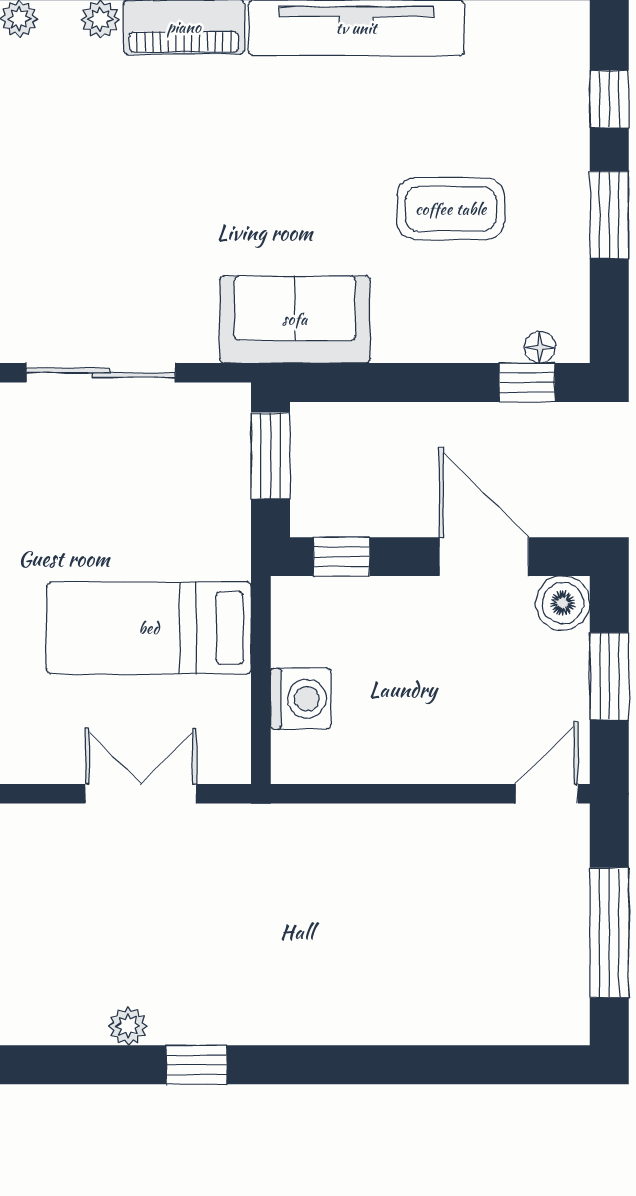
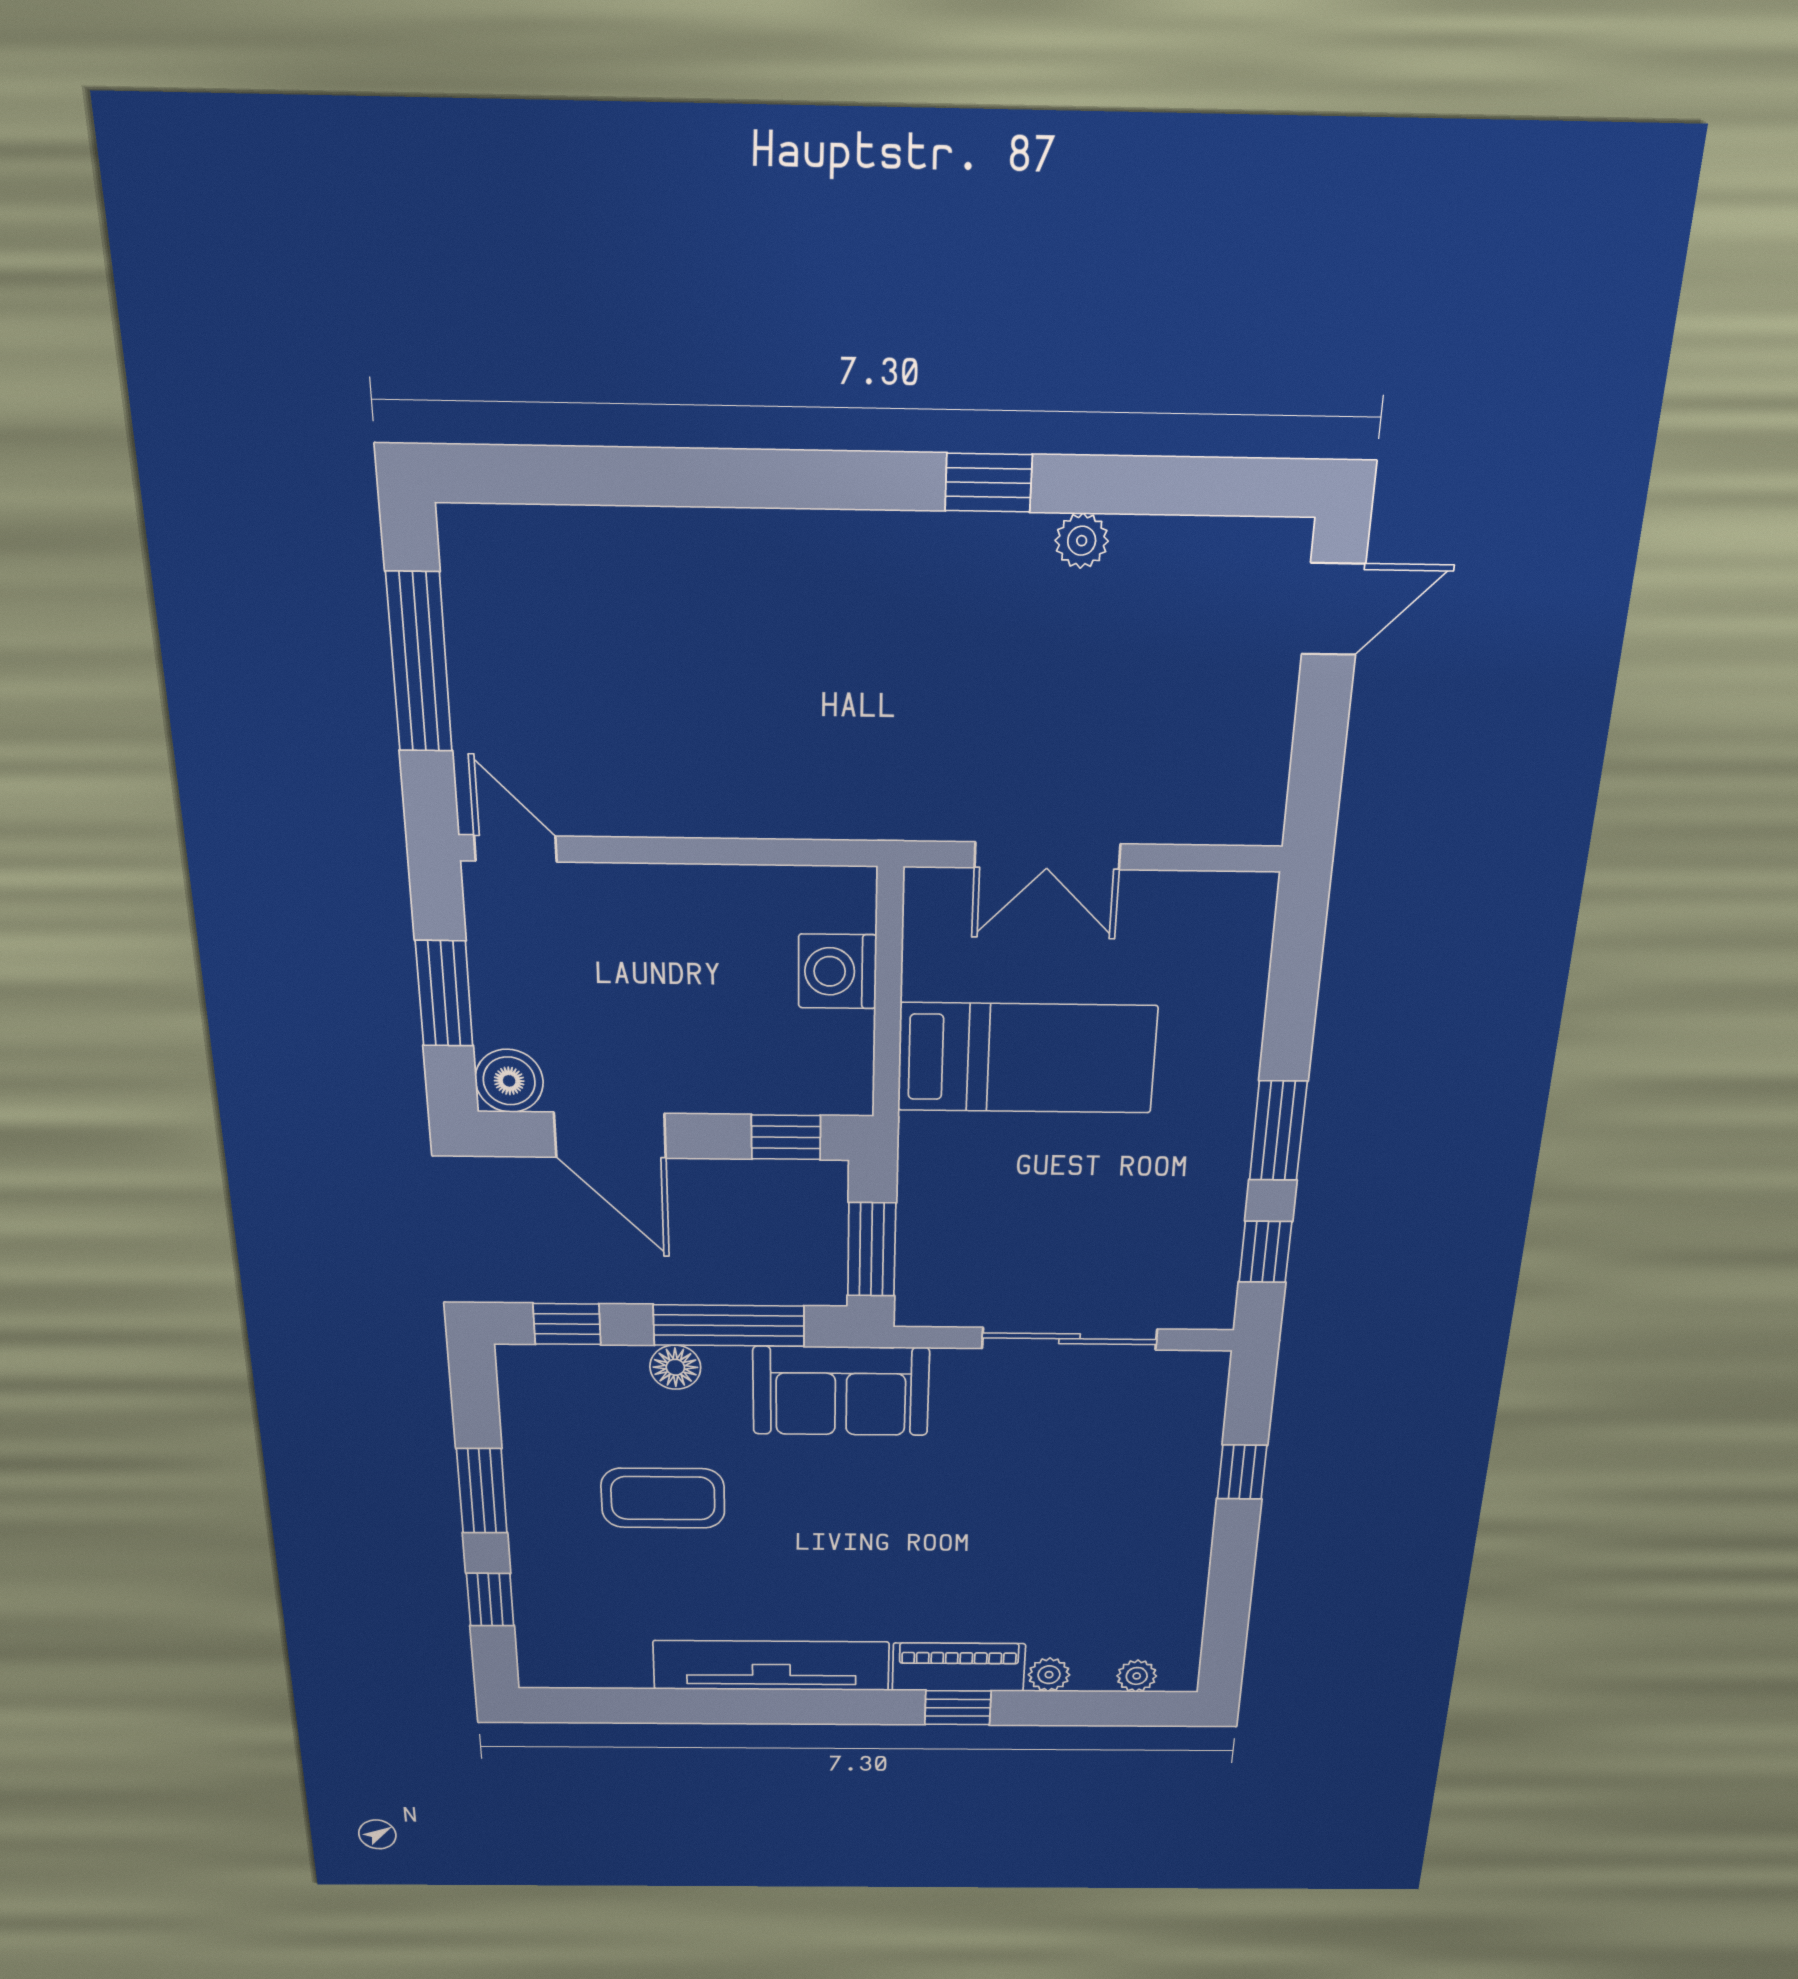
floor lamp: (540, 347) -> (675, 1367), moved, width x1.37, depth x1.37
window: (390, 382) -> (729, 1326), added
door: (547, 794) -> (515, 848), swing flipped

